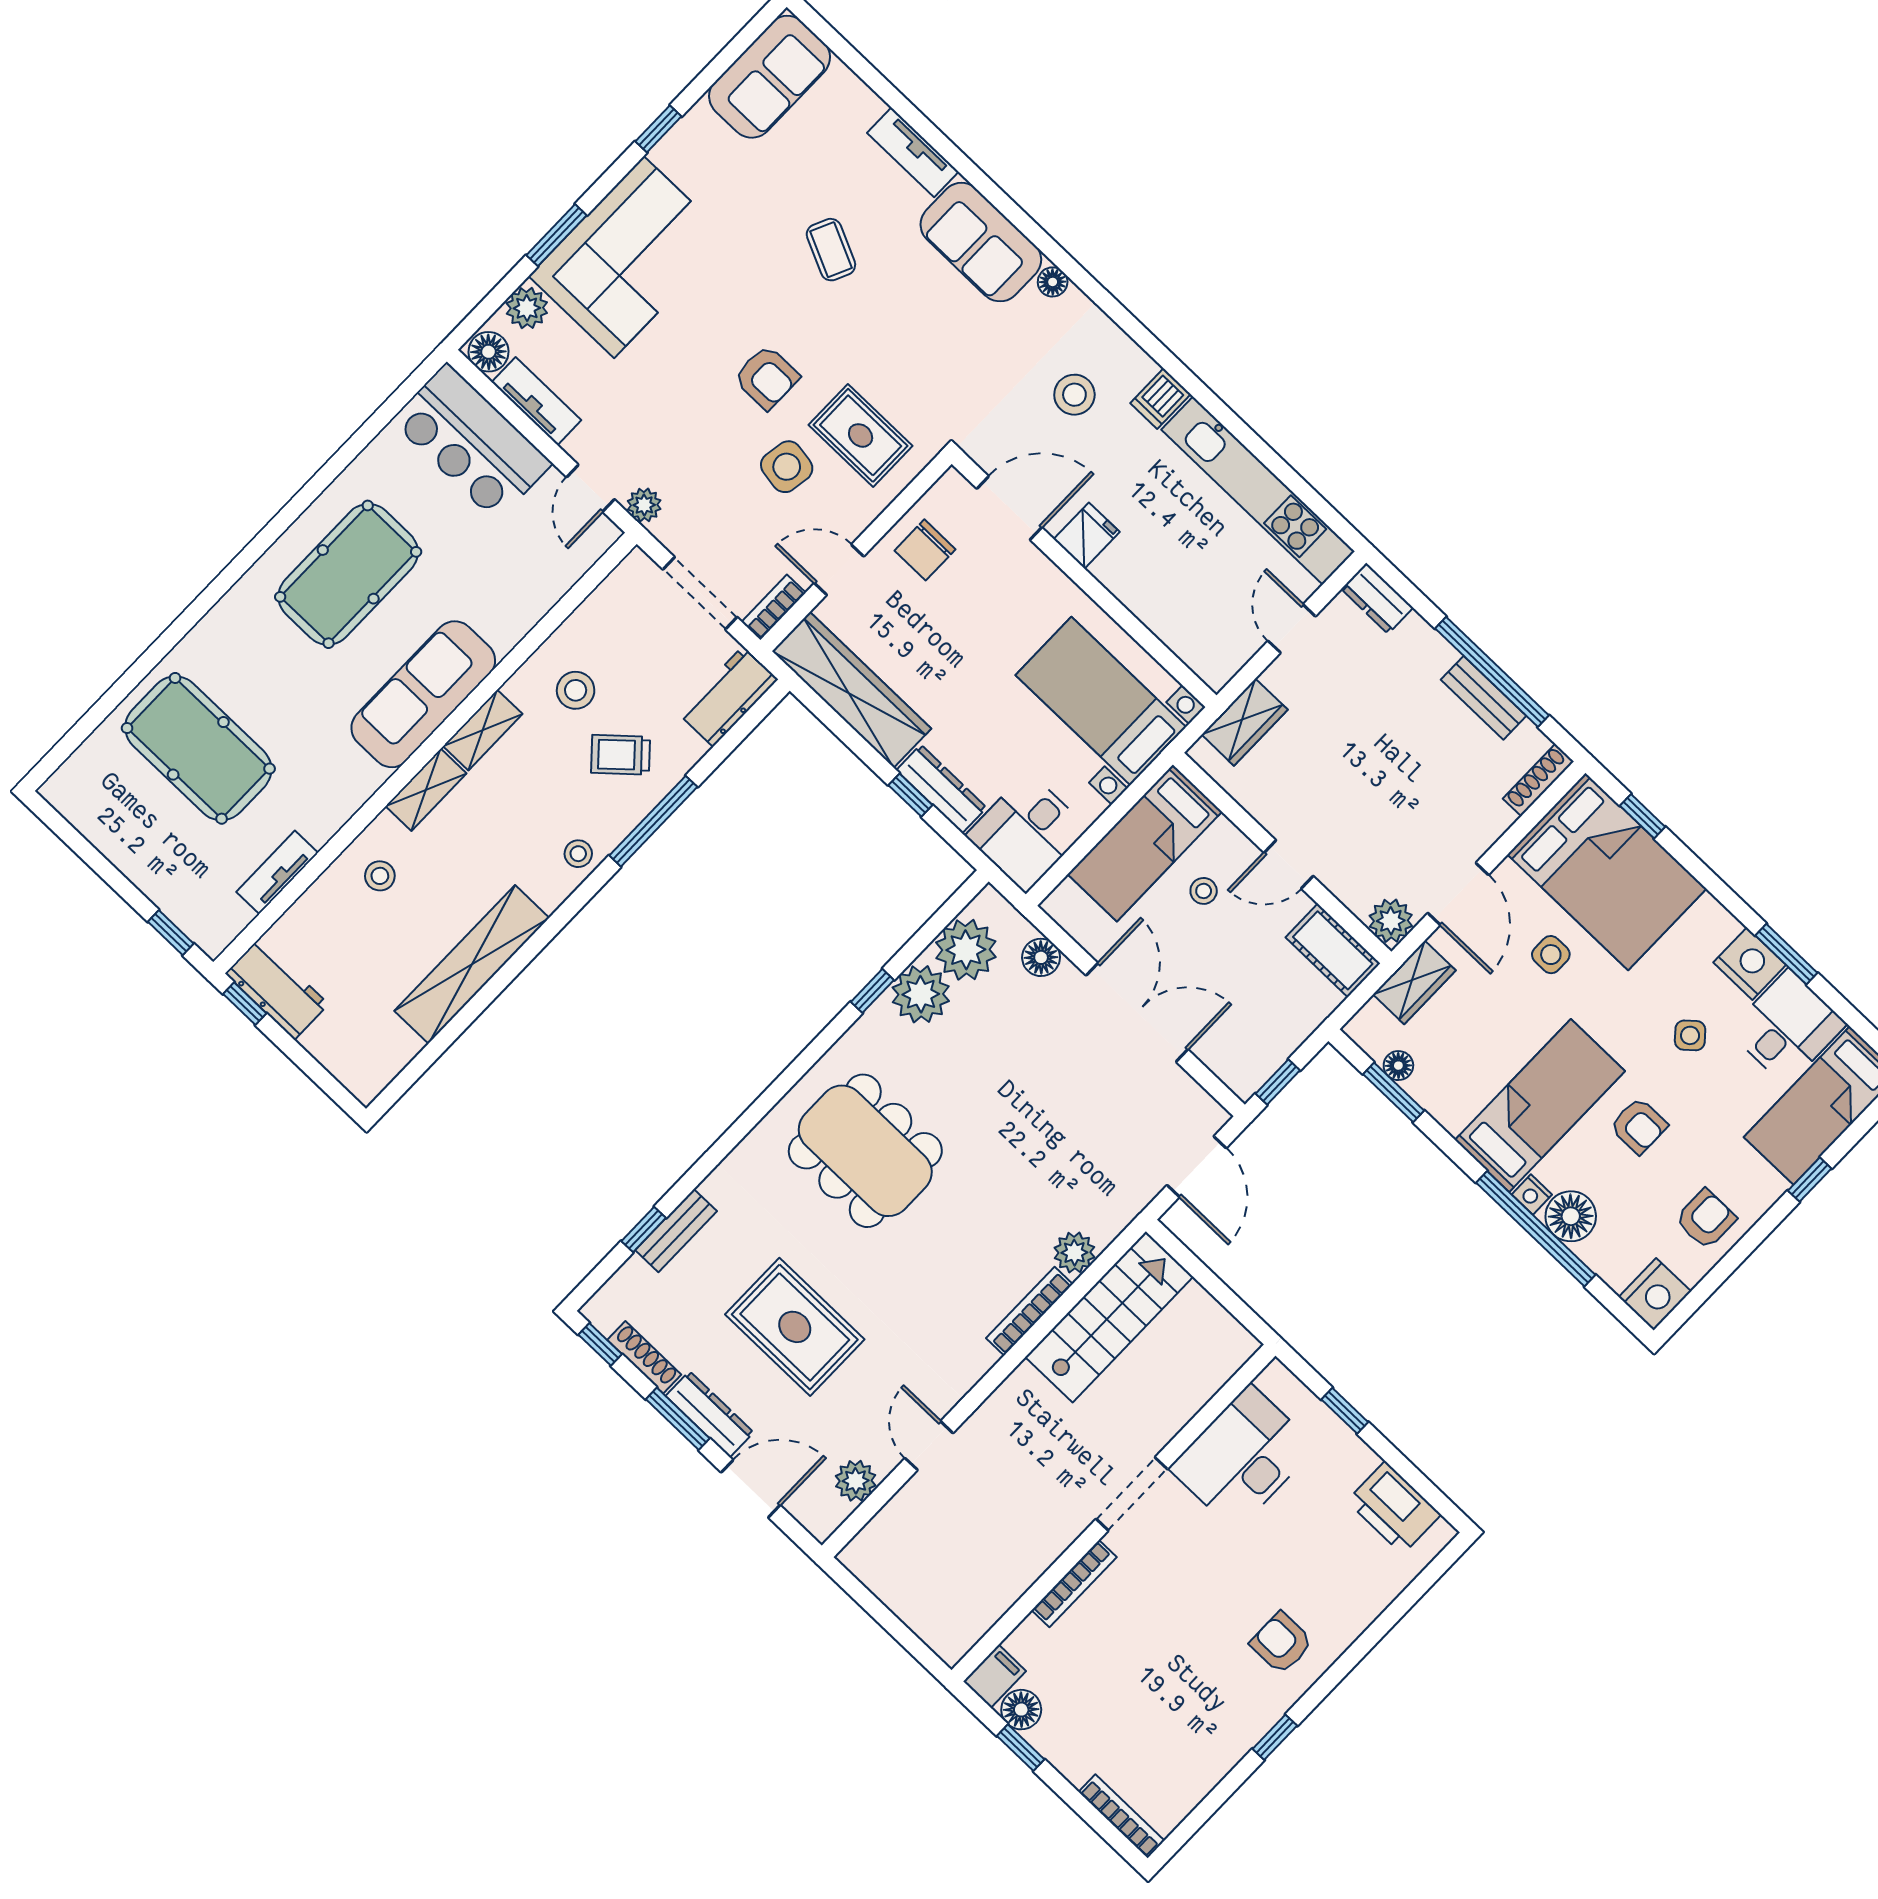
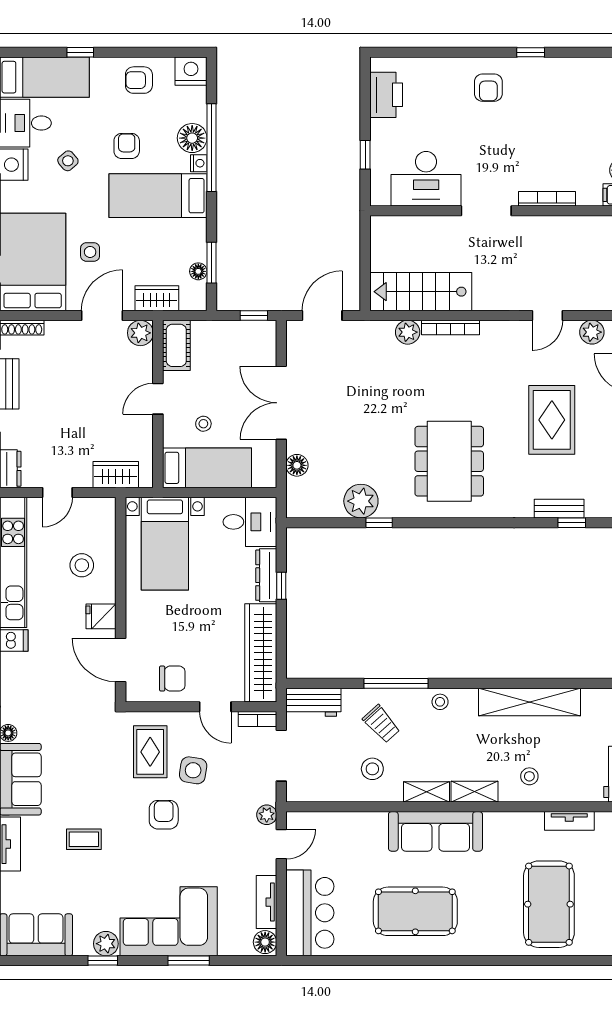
coffee table: (831, 250) -> (84, 839), turned 65
plant: (527, 308) -> (106, 944), moved
stool: (1074, 395) -> (82, 565), moved
door: (1289, 864) -> (158, 399), swing flipped
plant: (966, 950) -> (324, 500), removed

